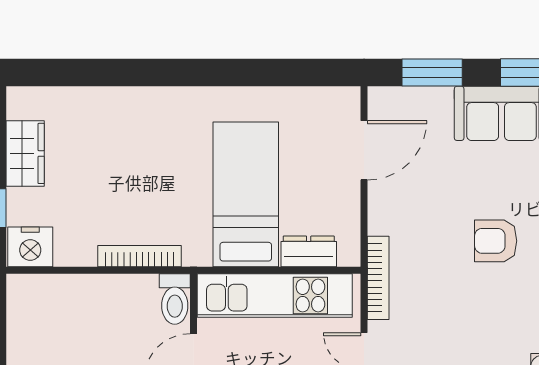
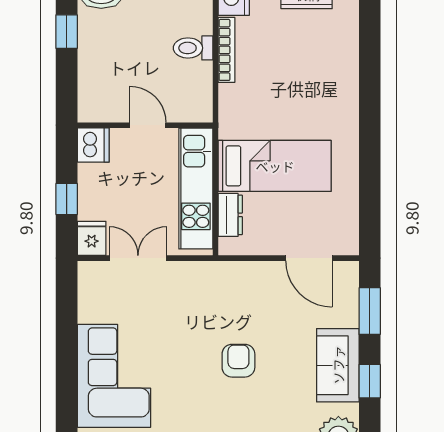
bookcase: (139, 256) -> (226, 50), moved
bookcase: (378, 278) -> (210, 269), removed
toilet: (175, 299) -> (193, 48), moved

